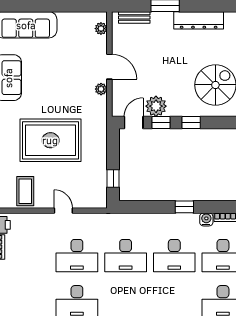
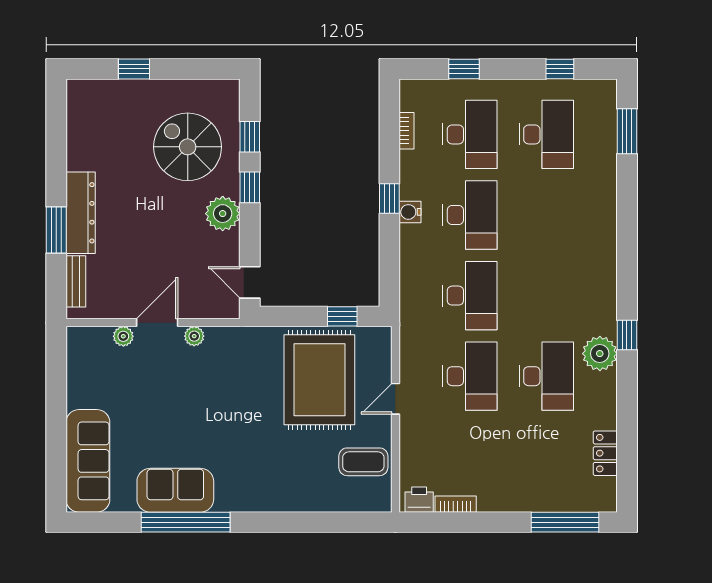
dresser: (199, 20) -> (81, 213), moved
plant: (101, 29) -> (123, 336), moved
plant: (156, 106) -> (223, 214), moved
window: (161, 123) -> (250, 137), moved
rug: (50, 140) -> (319, 380), moved
water cooler: (206, 219) -> (410, 212), moved

